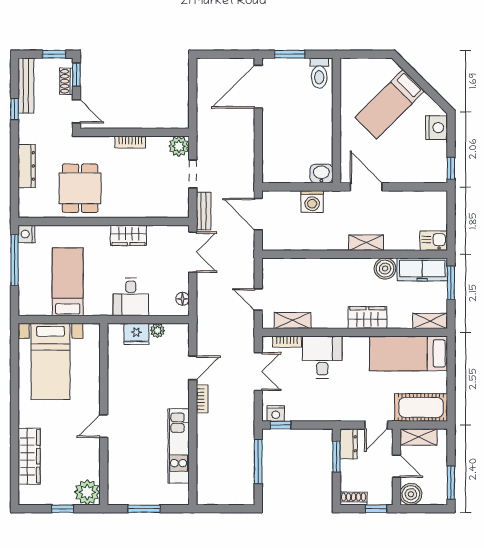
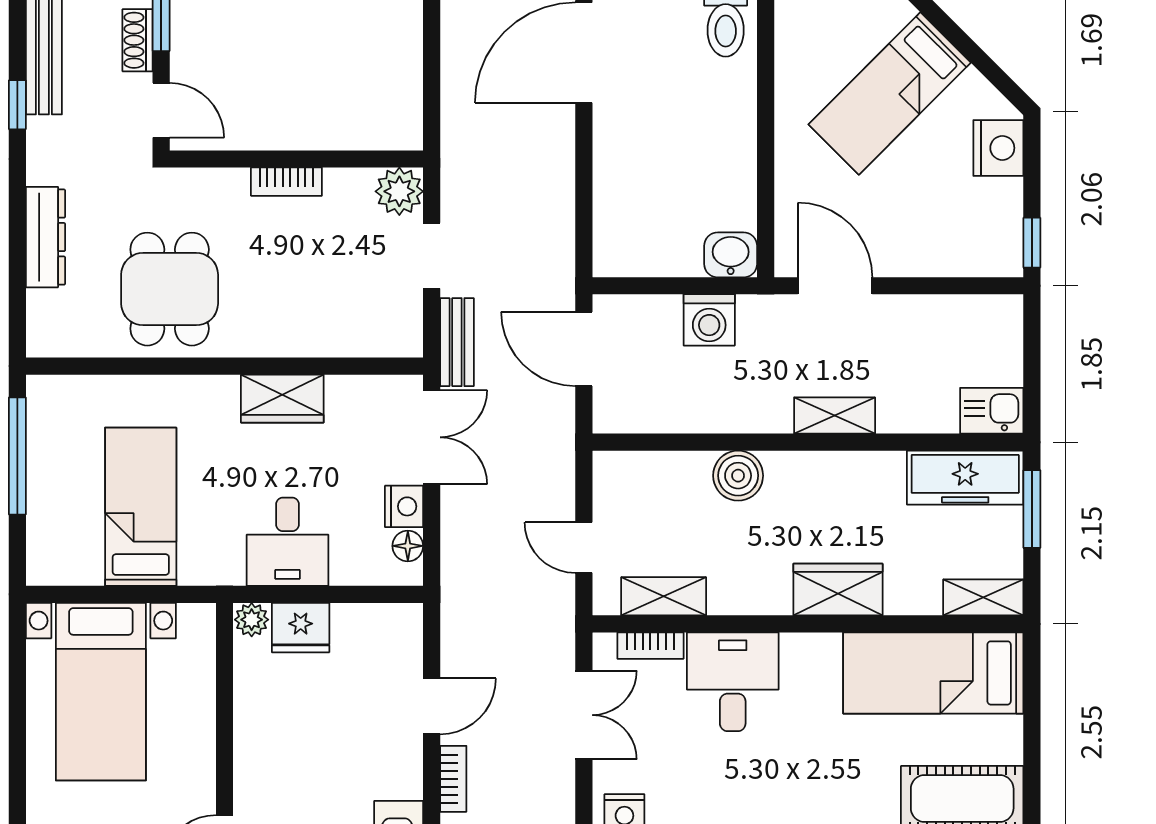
nightstand: (26, 234) -> (404, 506), moved, turned 180
boiler: (385, 269) -> (738, 476), moved
plant: (157, 330) -> (252, 620), moved

